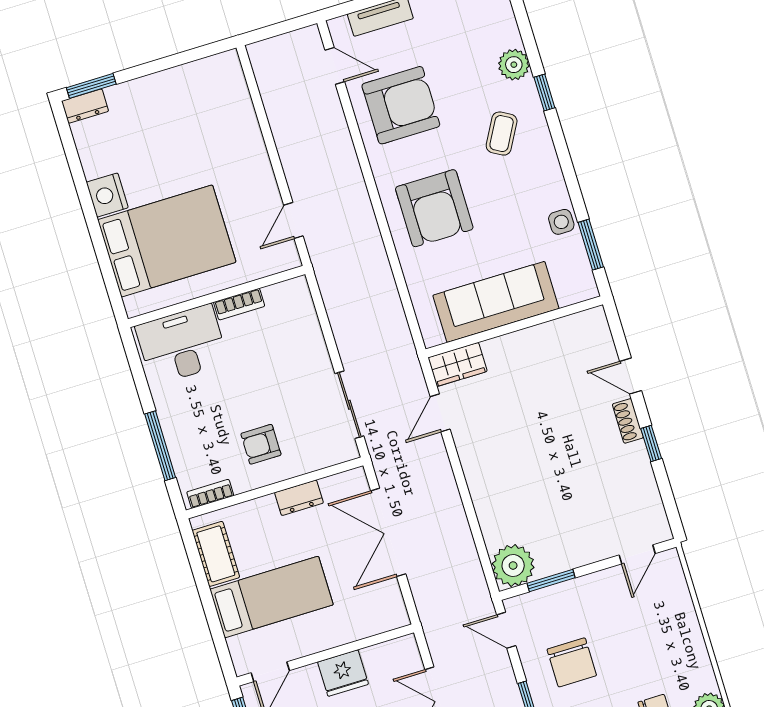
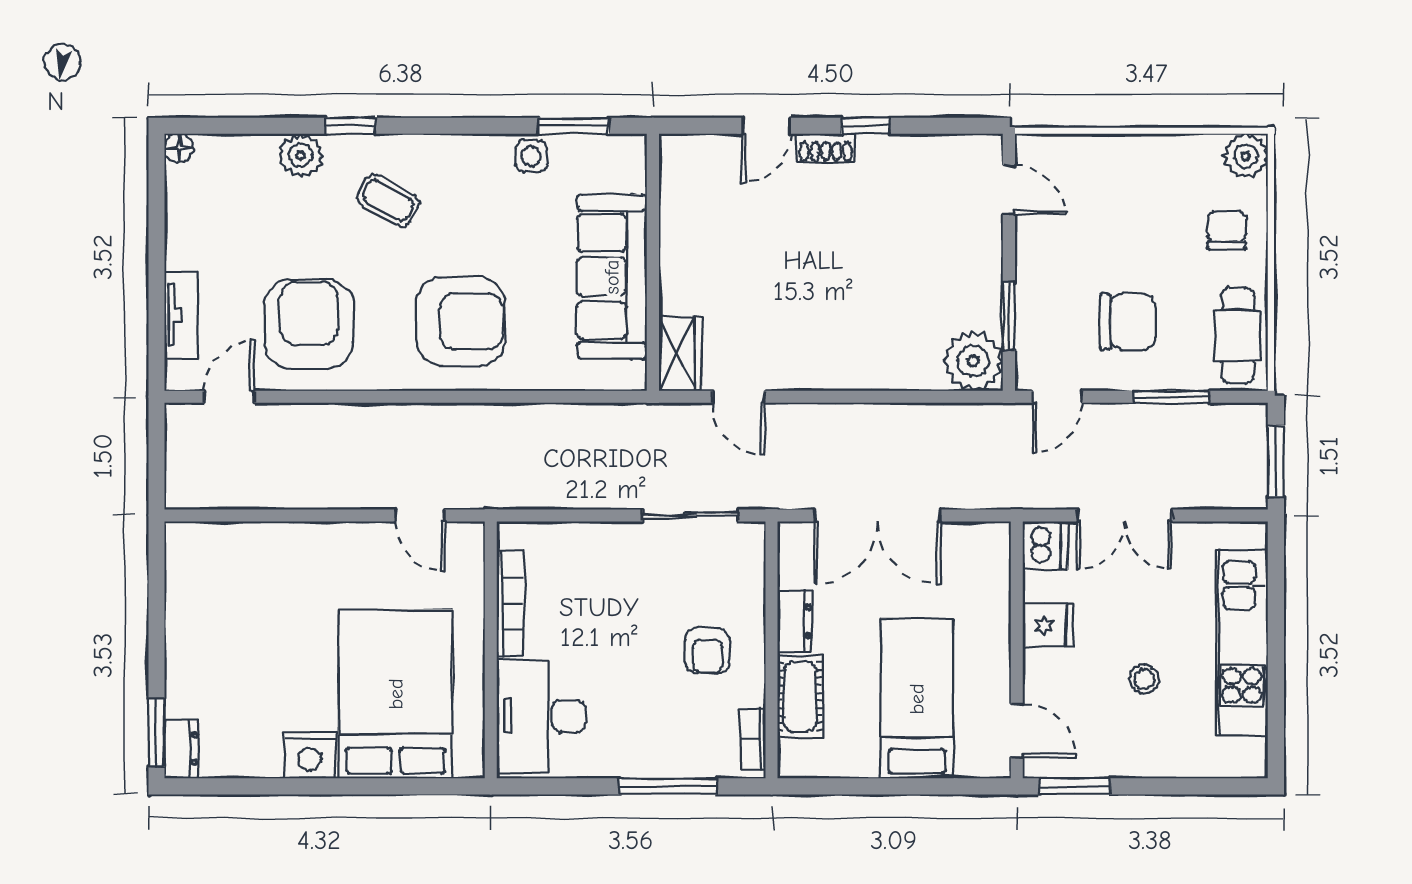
bookcase: (239, 304) -> (510, 604), width x1.56
cot: (216, 554) -> (800, 697), moved, turned 90
dishwasher: (402, 653) -> (1045, 546), added
fridge: (343, 673) -> (1048, 625), width x0.72

